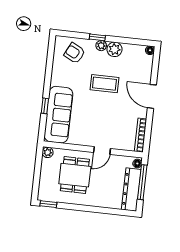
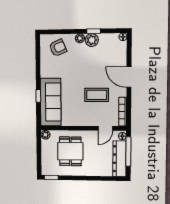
window: (97, 37) -> (94, 31), moved
armchair: (75, 53) -> (58, 48), turned 129
coffee table: (104, 84) -> (97, 95), moved
door: (102, 150) -> (105, 128), moved

